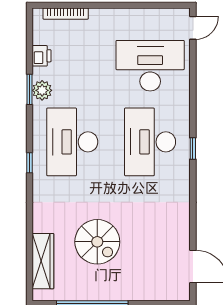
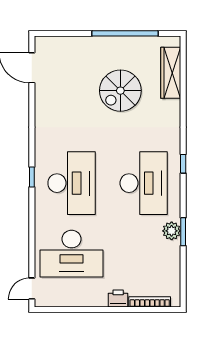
printer: (42, 56) -> (118, 298), moved, turned 90
spiral stairs: (97, 242) -> (120, 91), turned -90

